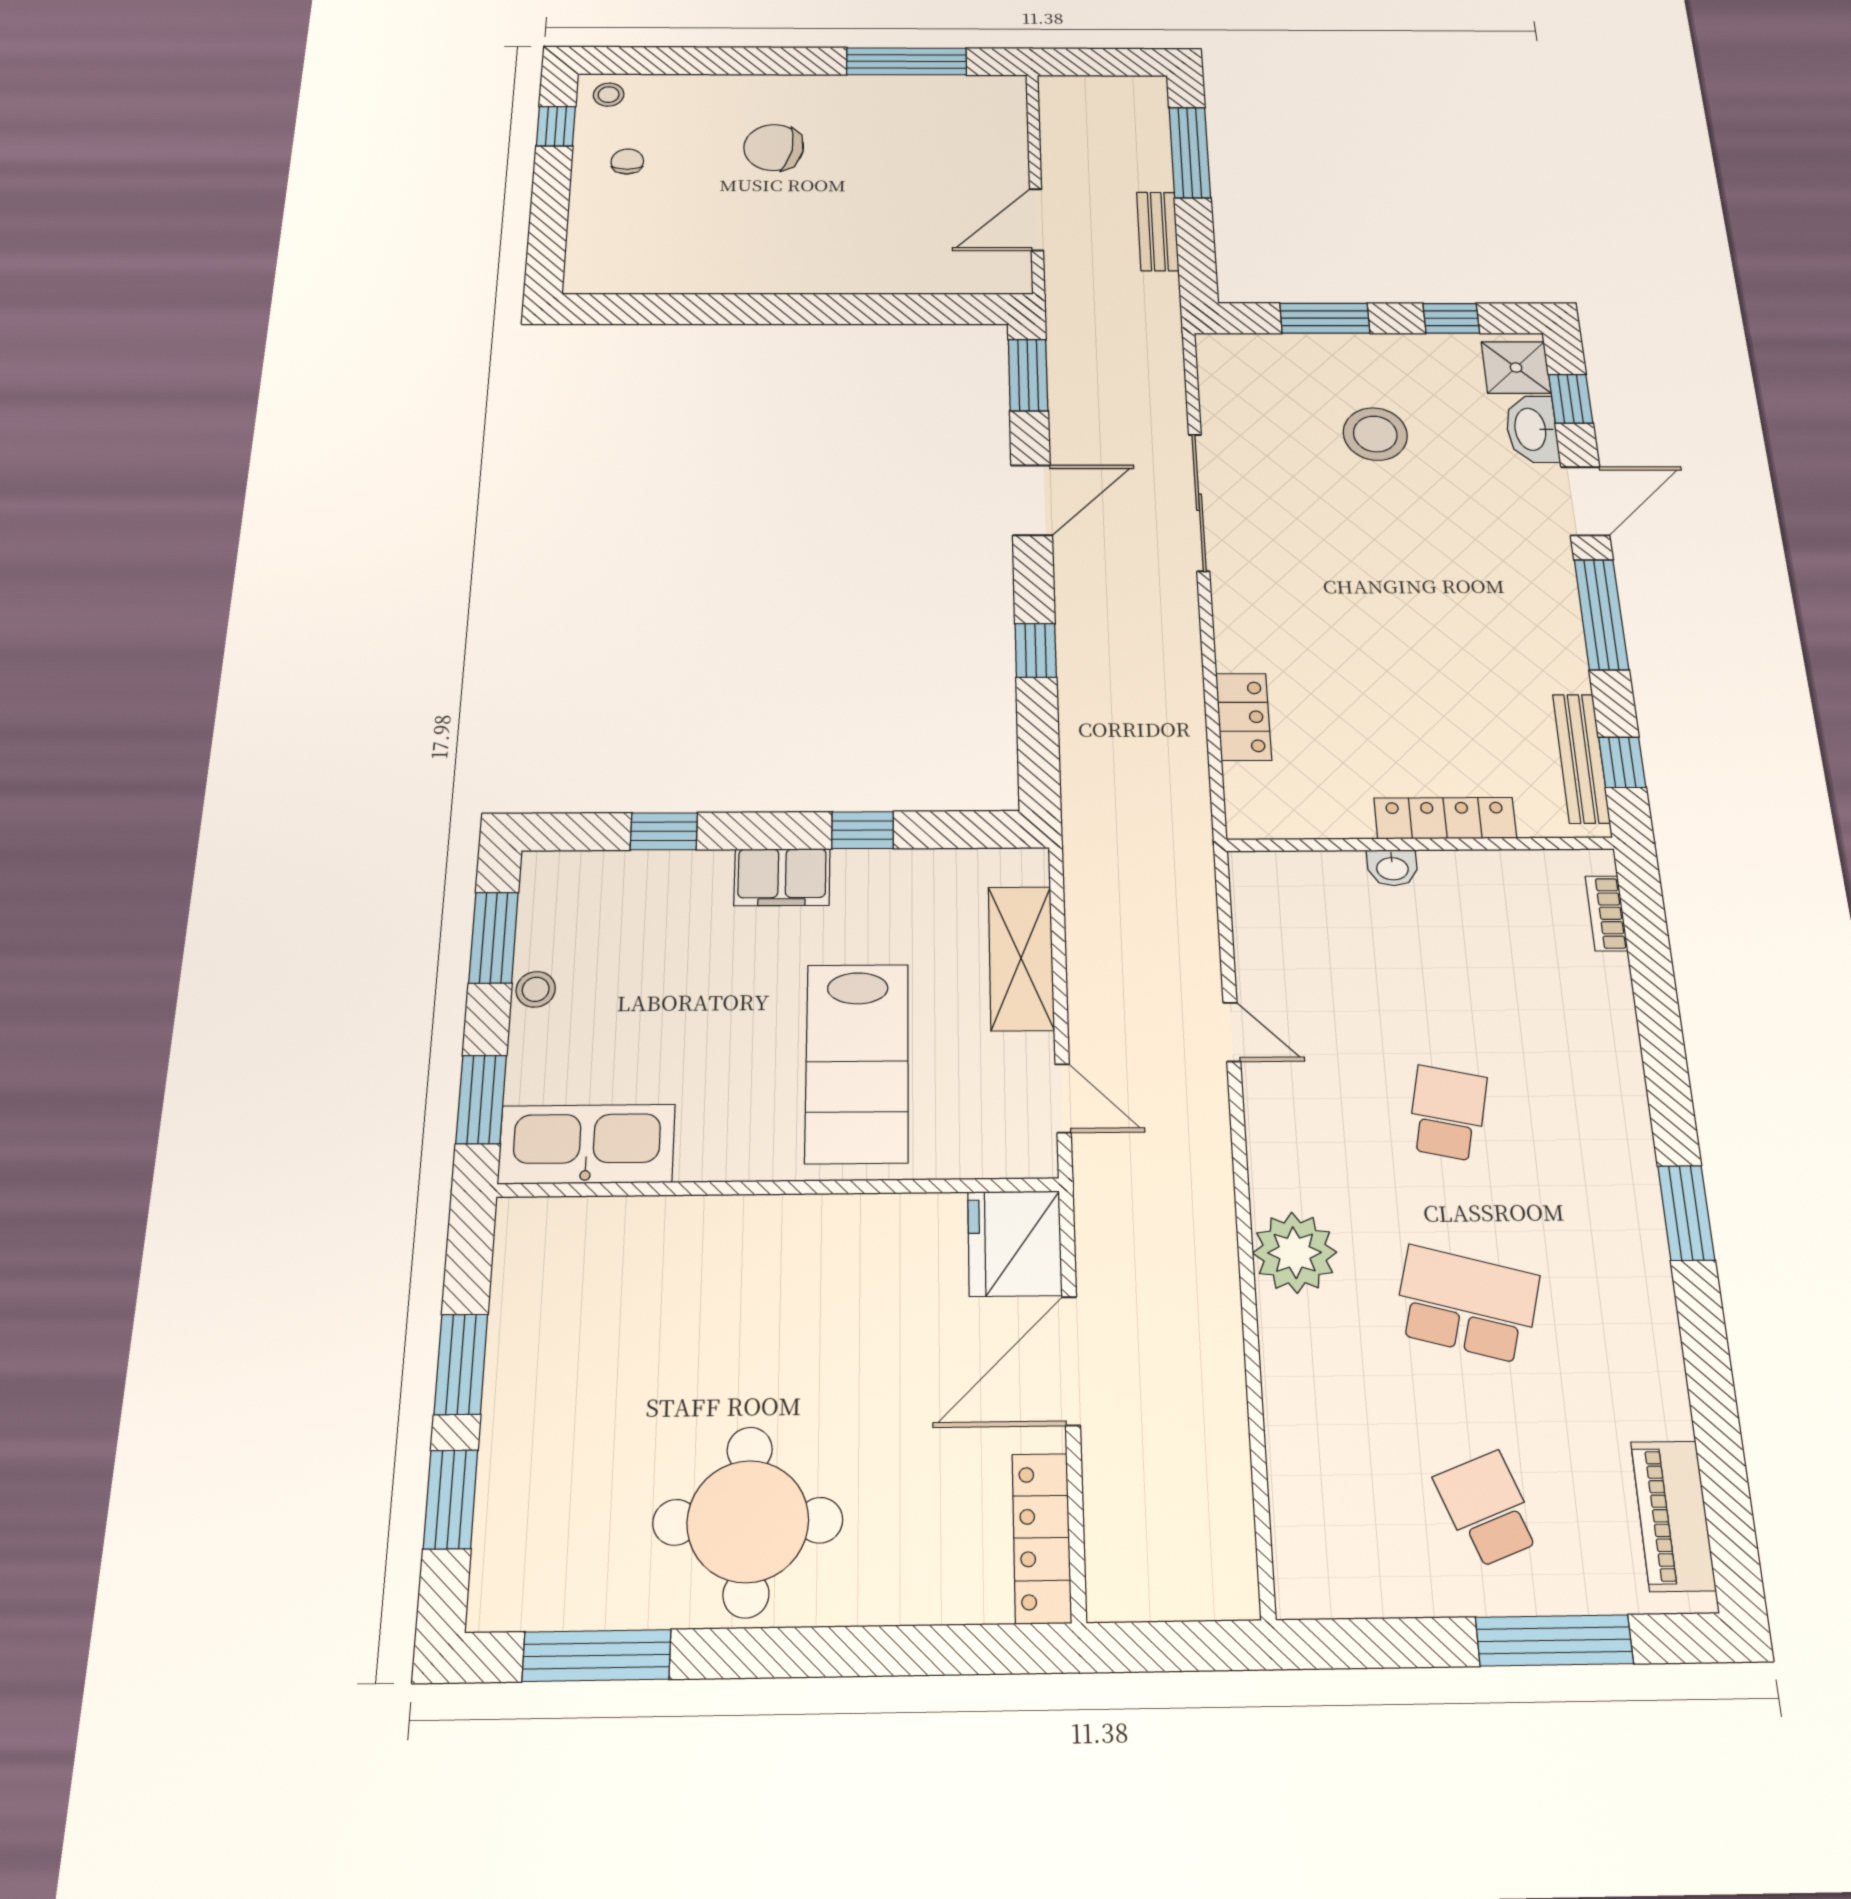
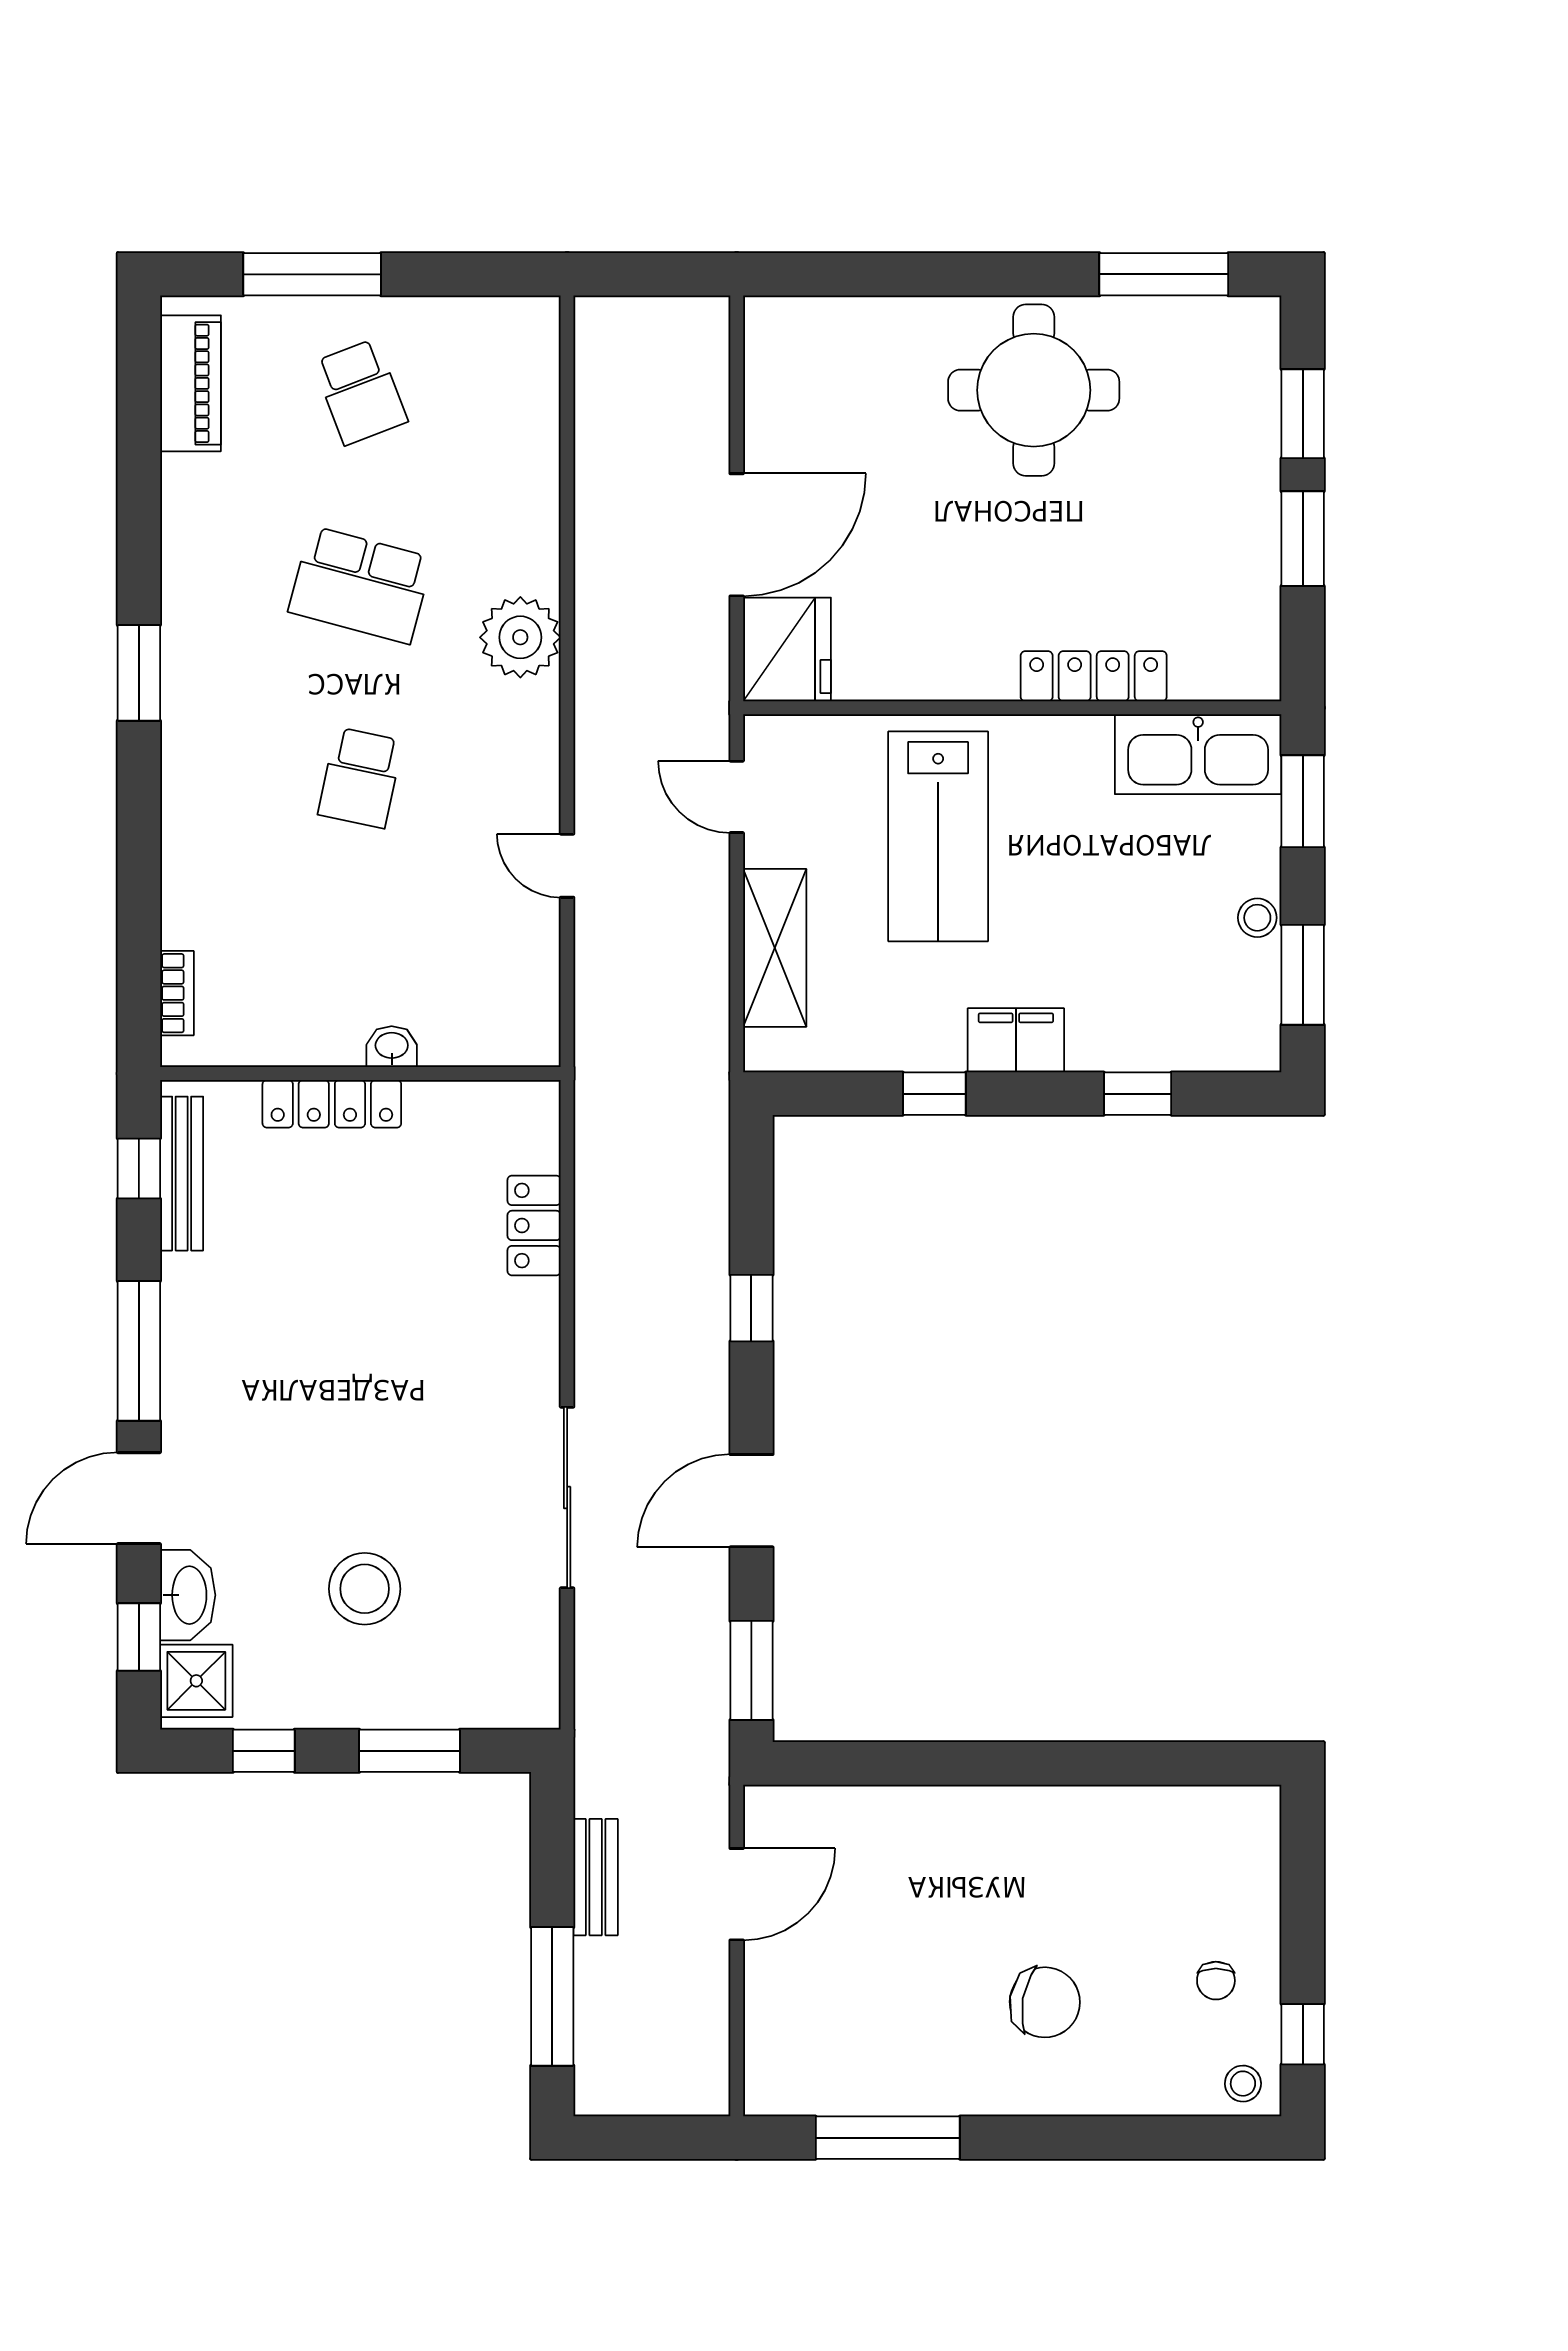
lab bench: (857, 1063) -> (938, 836), turned 180
locker: (1042, 1538) -> (1094, 676), moved, turned -90

